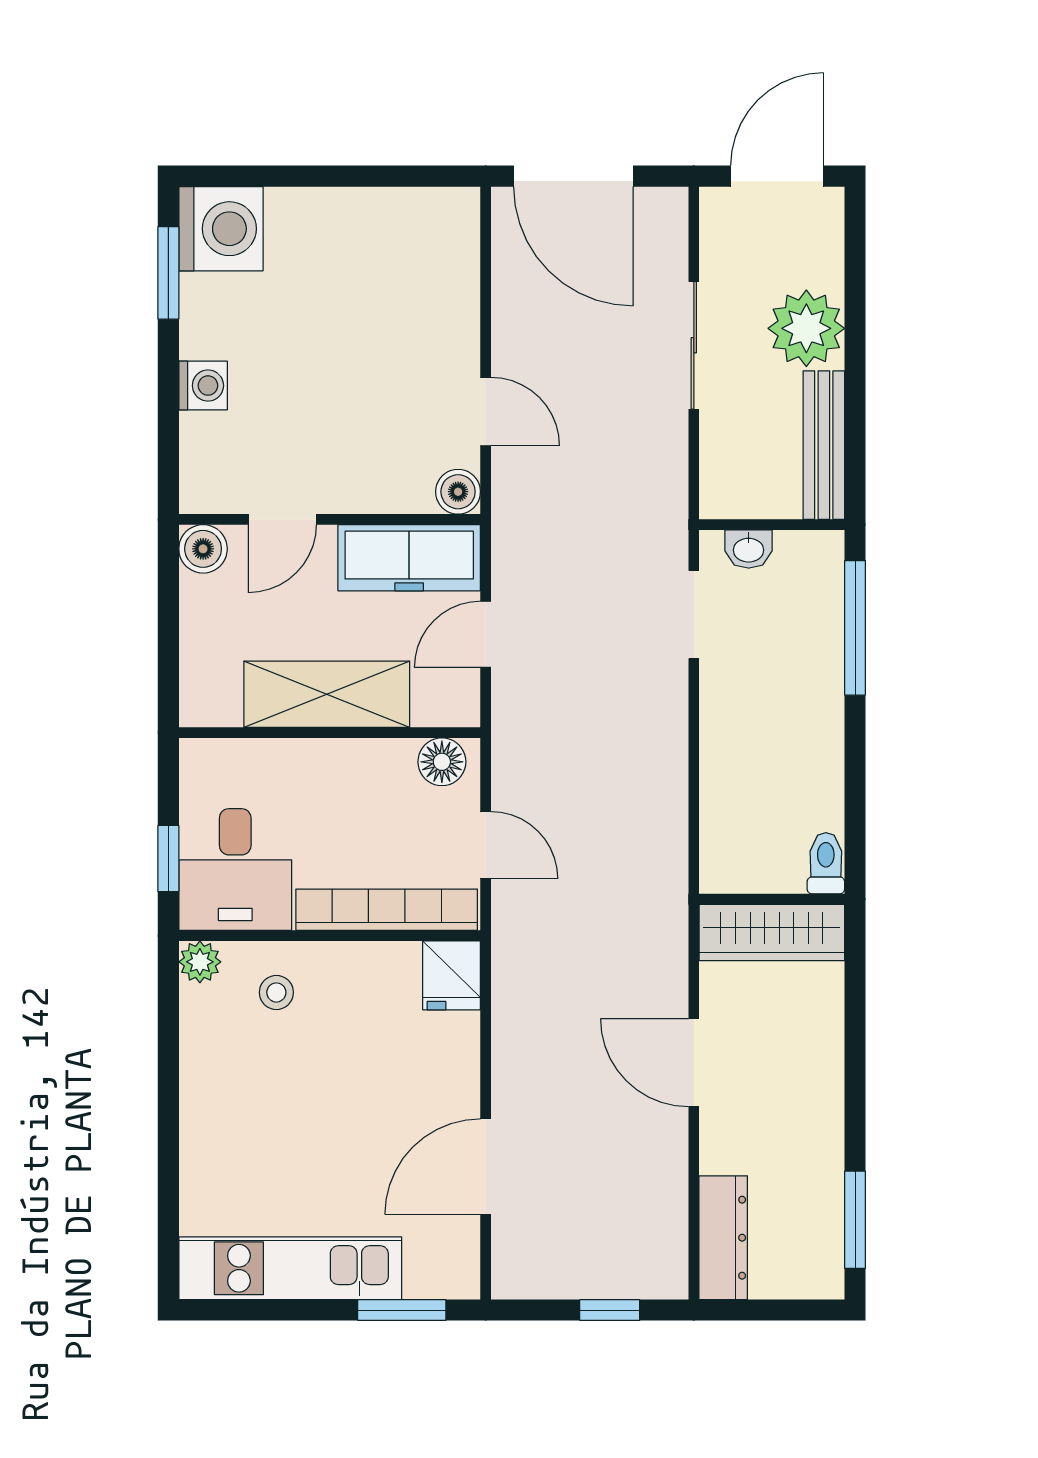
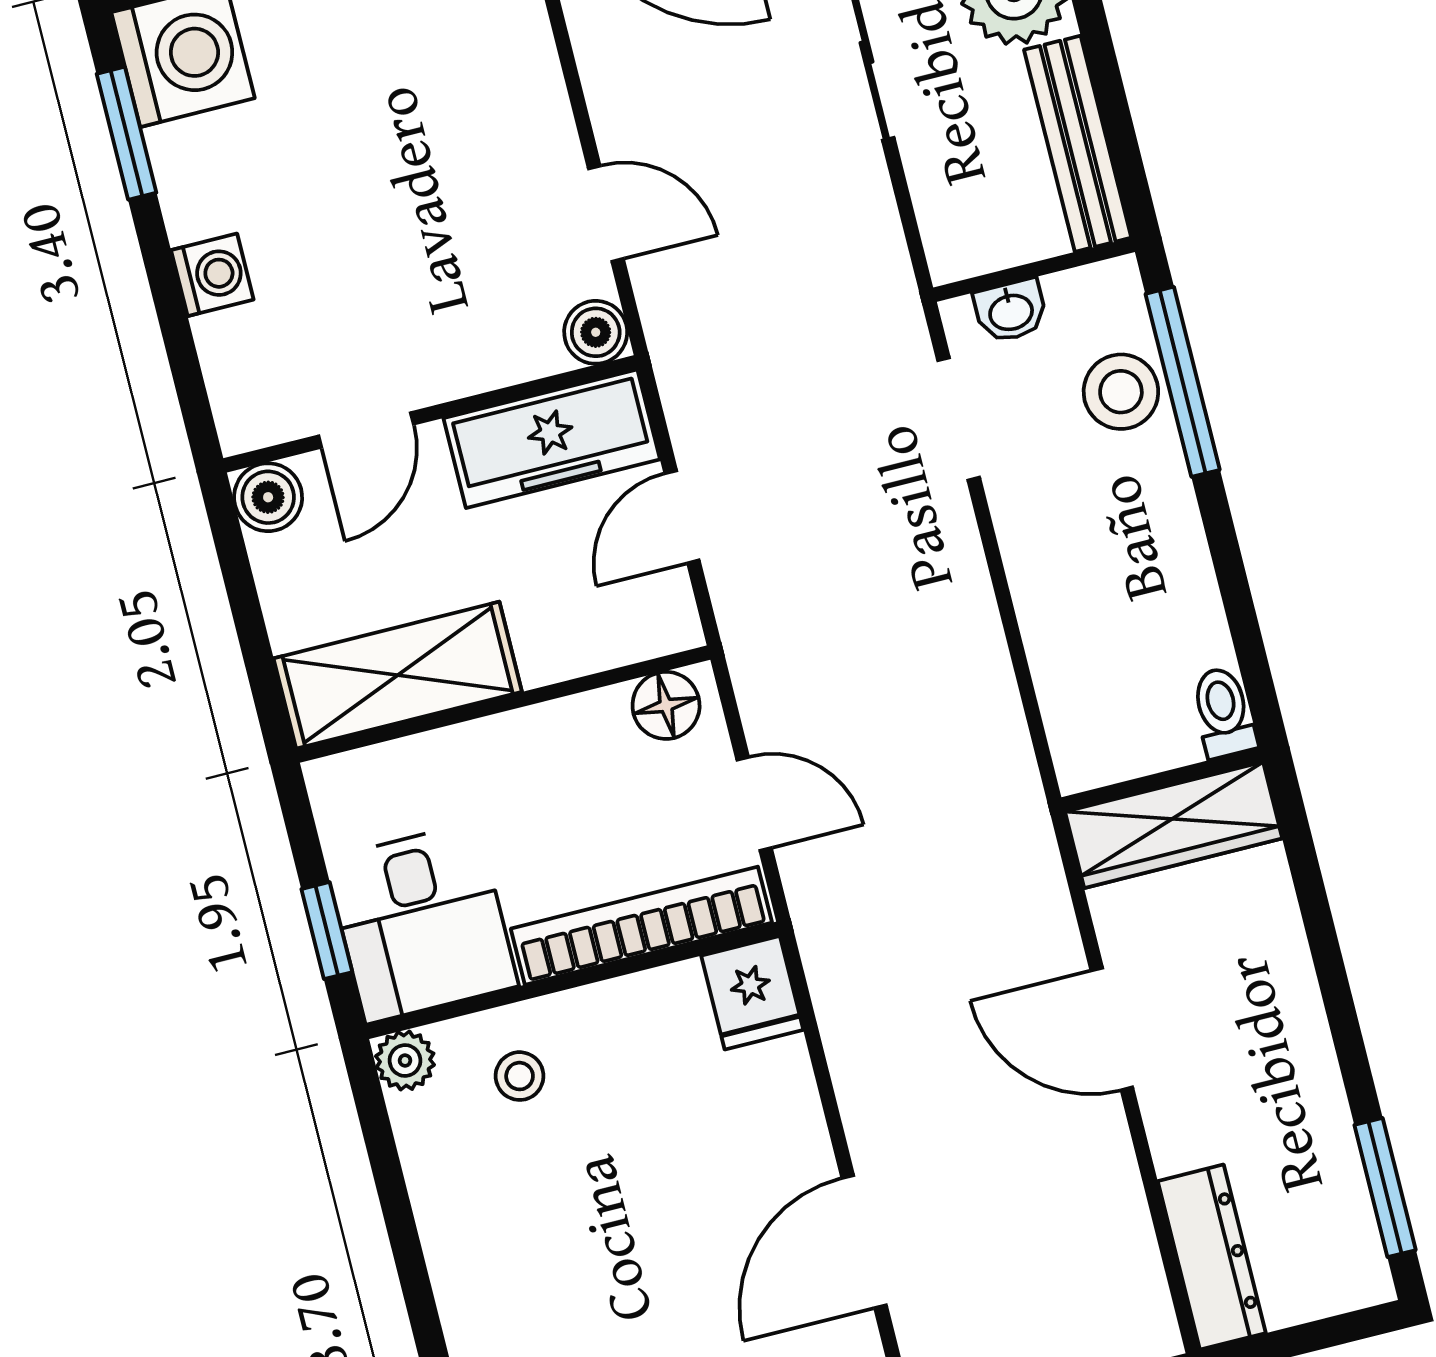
stool: (811, 624) -> (1121, 392), added
shelving: (327, 694) -> (398, 675), moved

